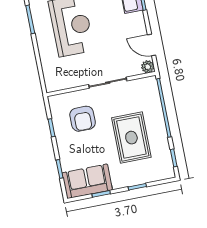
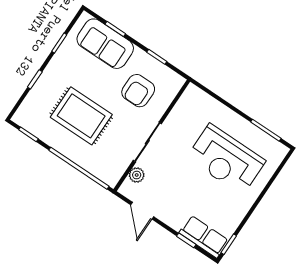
door: (152, 45) -> (142, 211), swing flipped
plant: (148, 67) -> (137, 175), moved
armchair: (83, 119) -> (138, 91), turned -90
sofa: (87, 181) -> (105, 44), moved, turned 90

